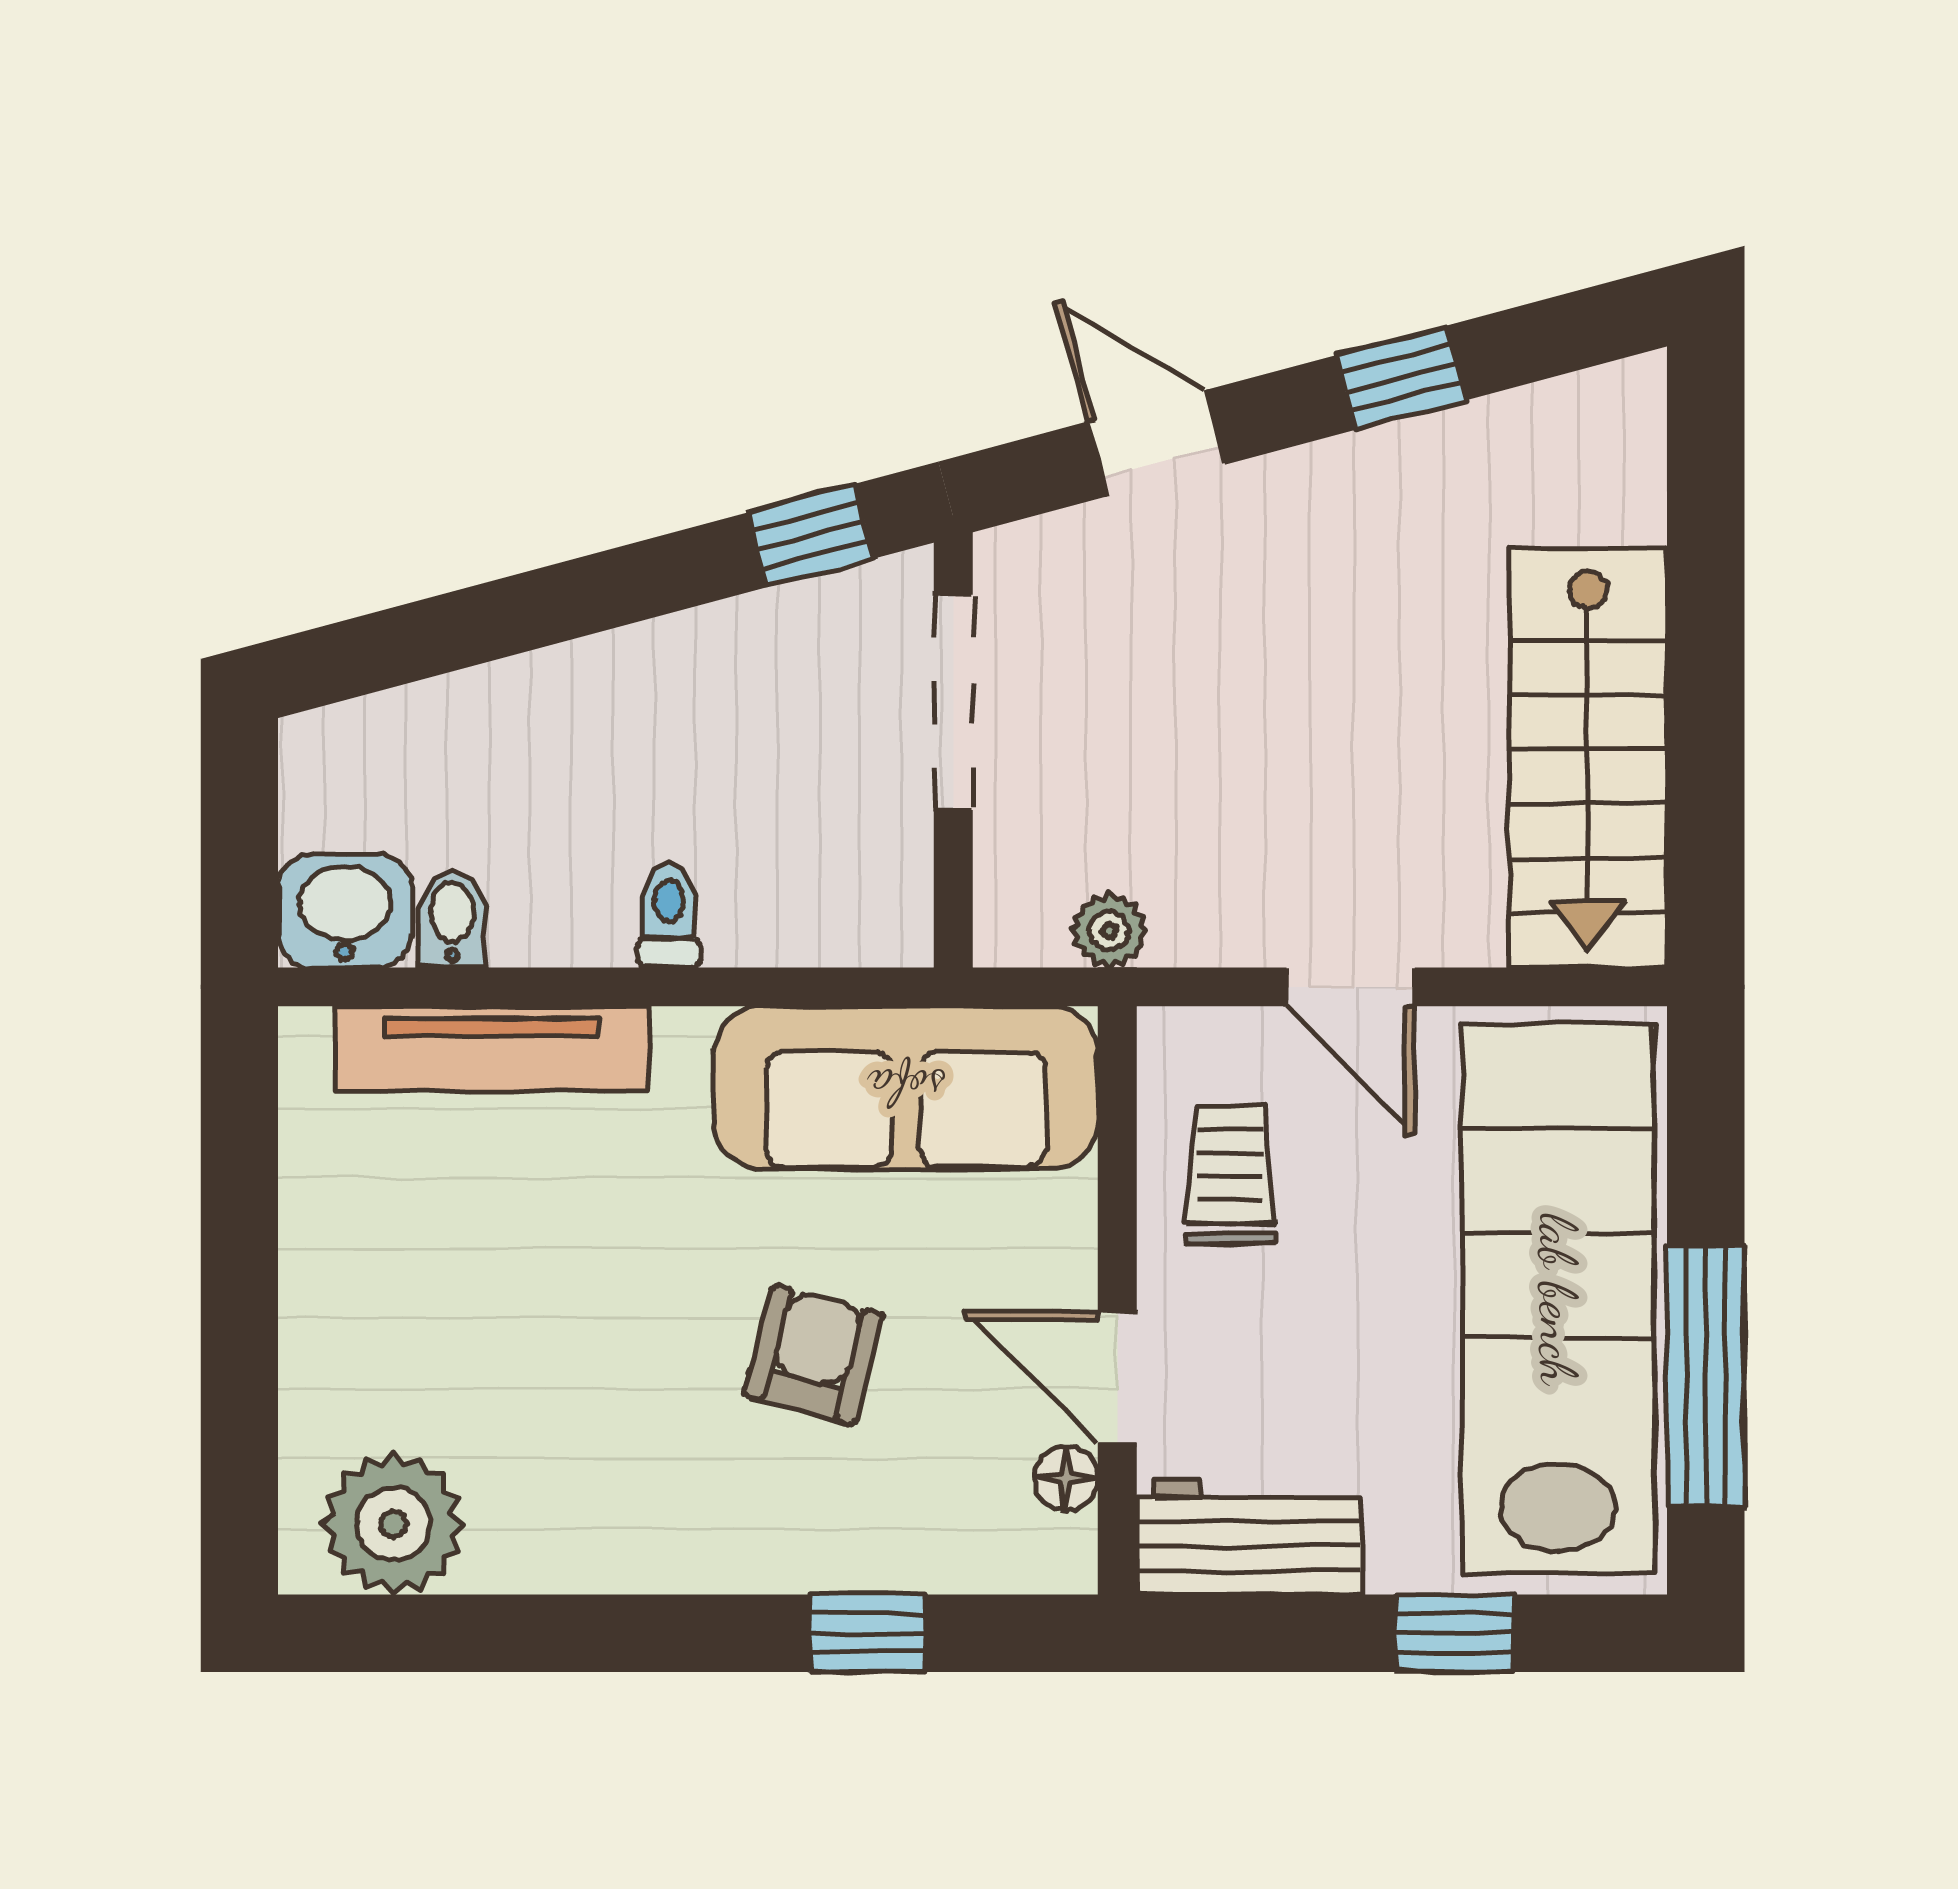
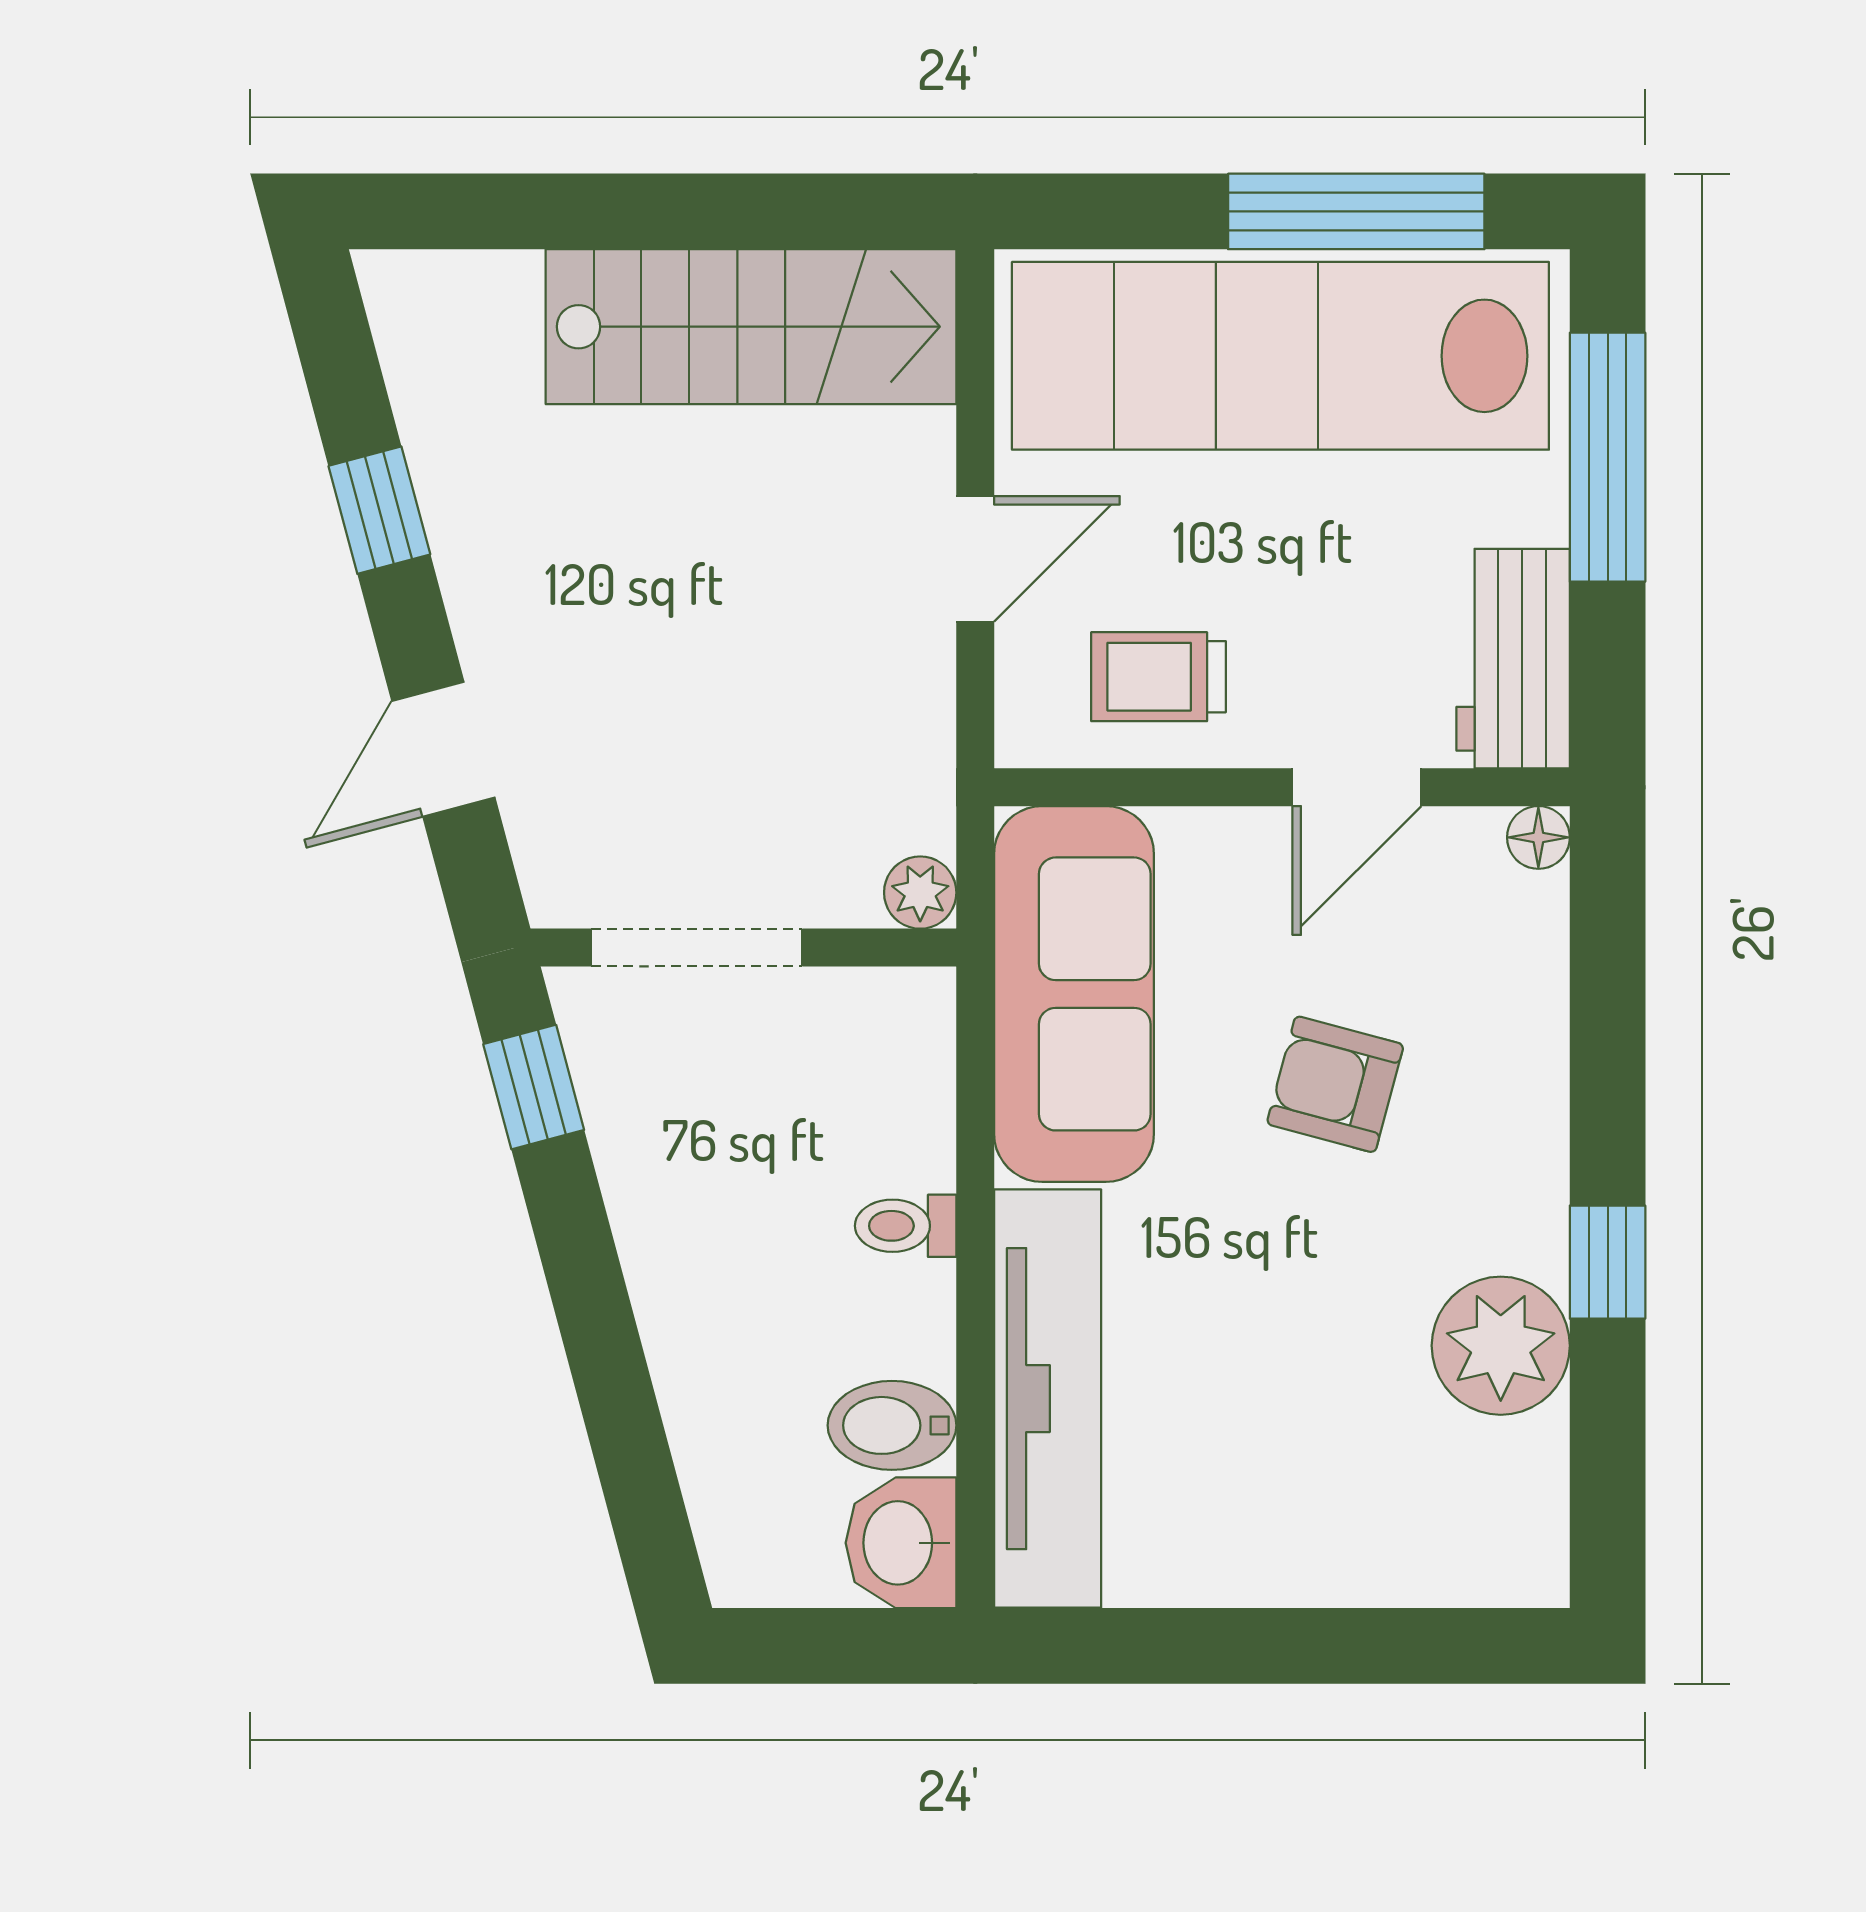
bidet: (452, 919) -> (892, 1425), width x1.38, depth x1.36
plant: (1109, 931) -> (920, 893), moved
tv unit: (492, 1049) -> (1048, 1399), width x1.36, depth x1.29
floor lamp: (1066, 1478) -> (1538, 837), moved
plant: (394, 1524) -> (1501, 1346), moved
window: (868, 1633) -> (1608, 1262), moved
window: (1455, 1633) -> (1608, 457), width x2.17

